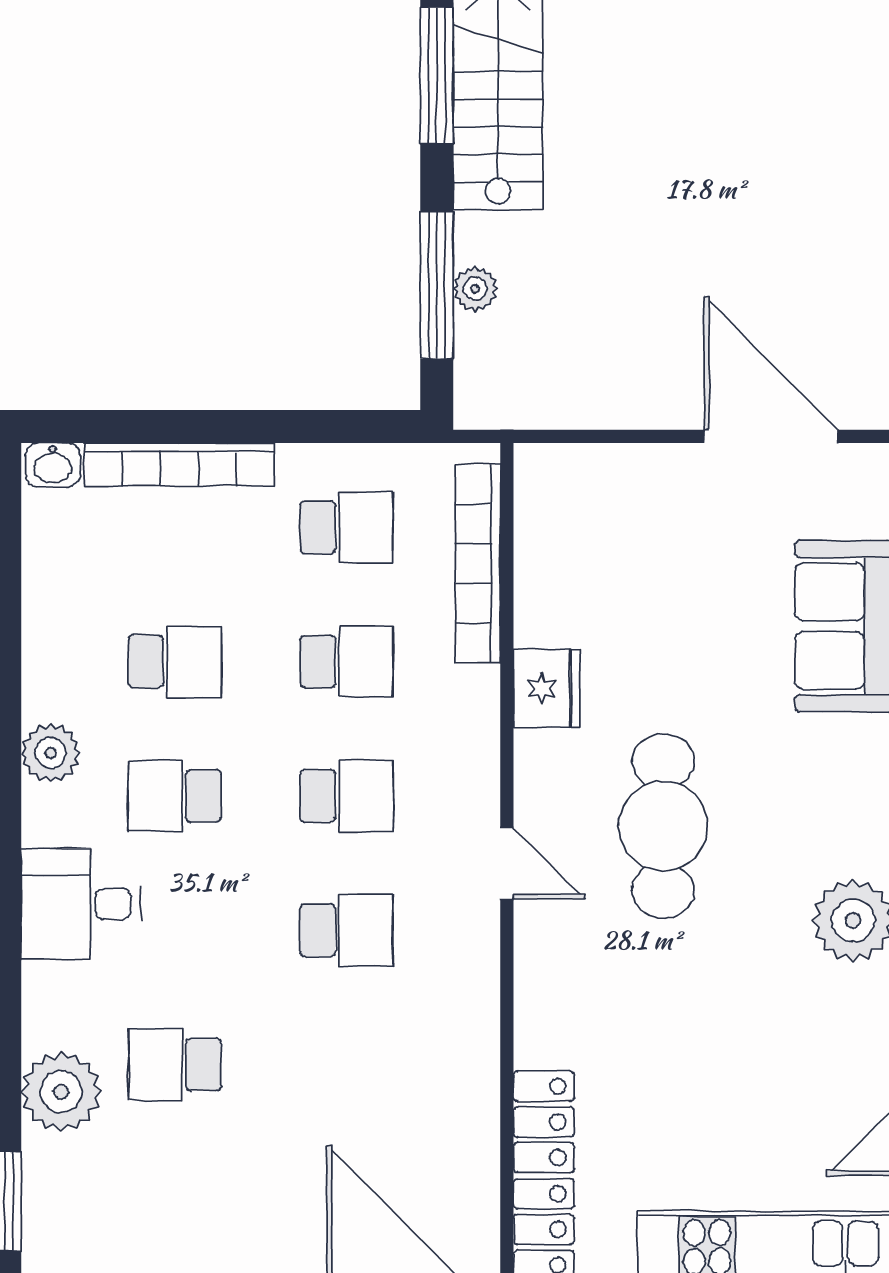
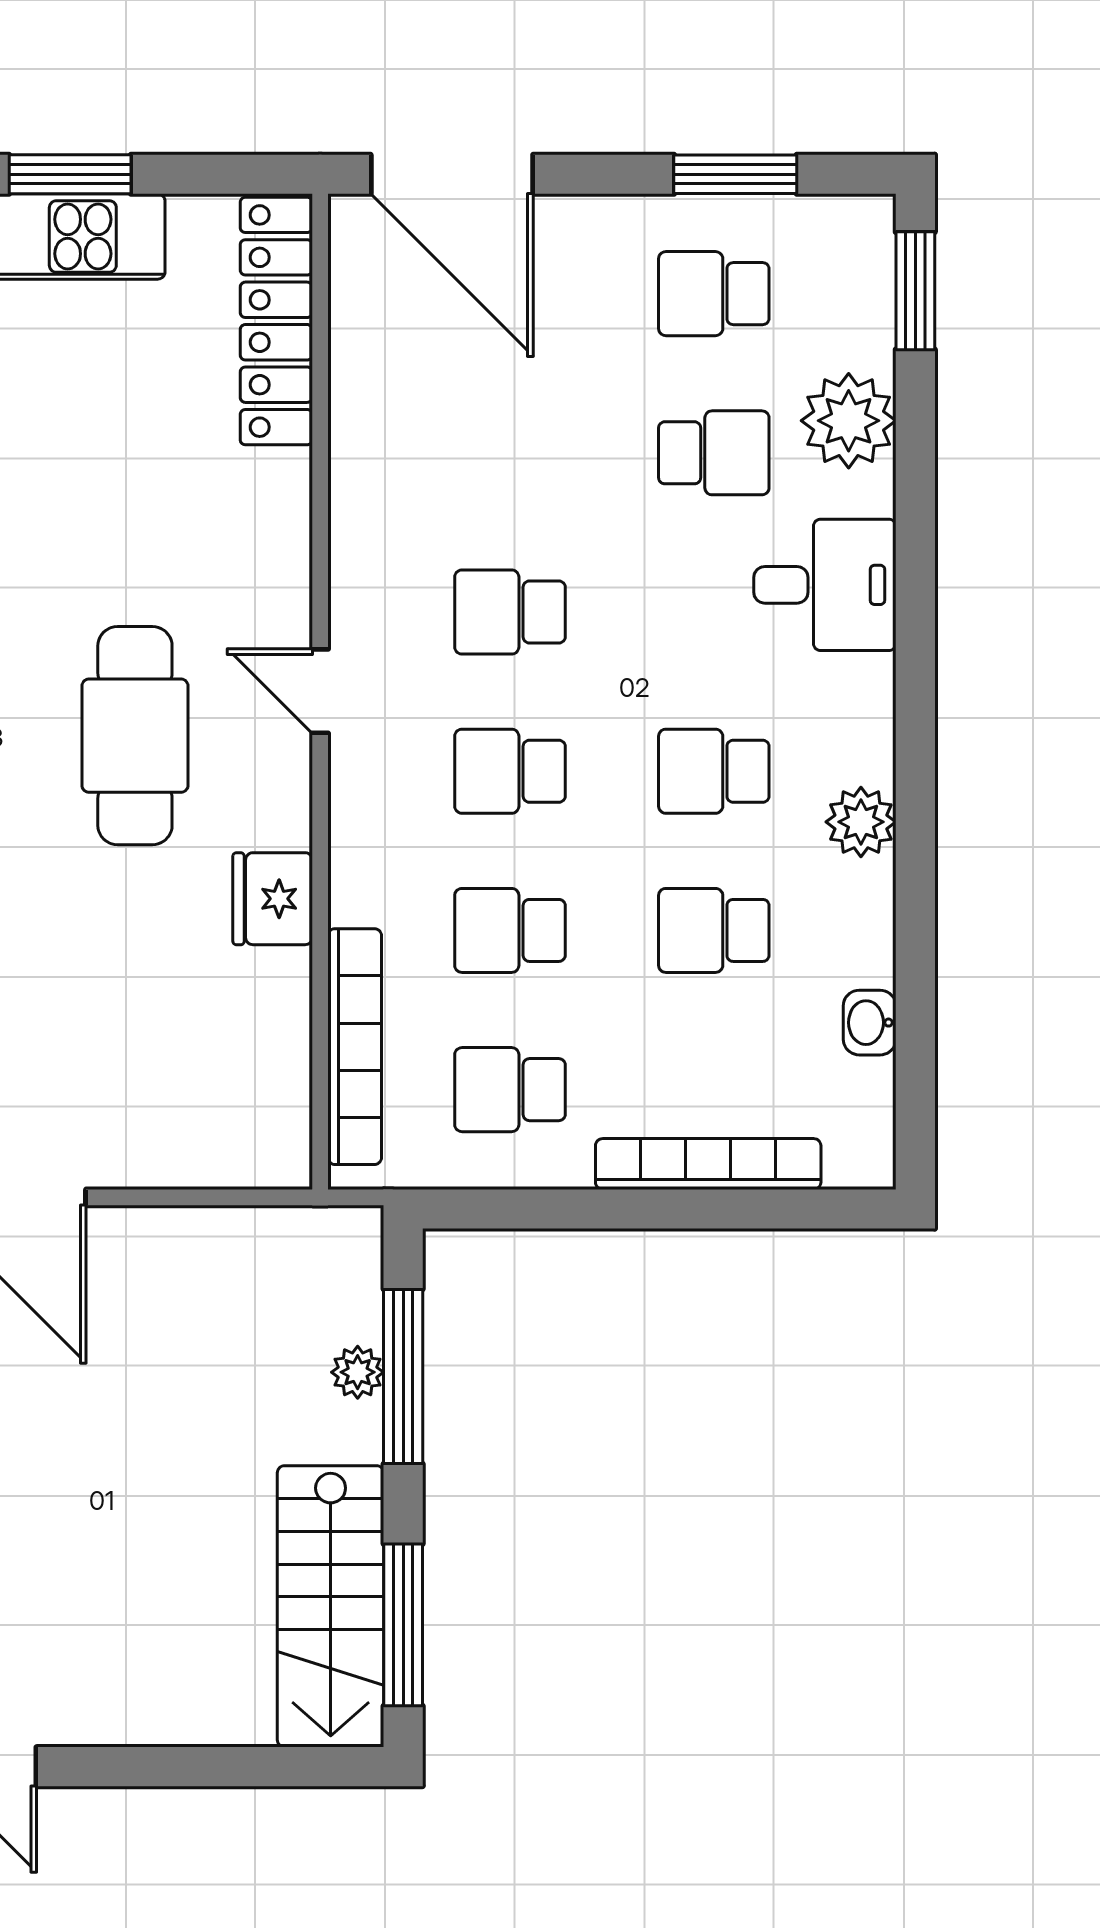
washbasin: (53, 465) -> (870, 1023), moved, turned -90
school desk: (175, 796) -> (714, 771), turned 180
desk: (81, 904) -> (825, 585), moved
school desk: (175, 1199) -> (714, 294), added

